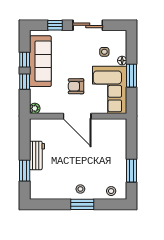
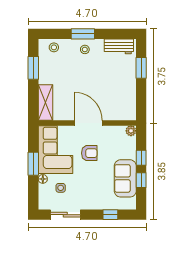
sliding door: (88, 25) -> (65, 215), moved
sofa: (40, 61) -> (125, 178), width x0.73
shelving: (119, 136) -> (45, 103), added
workbench: (37, 155) -> (119, 46), moved, turned -90

